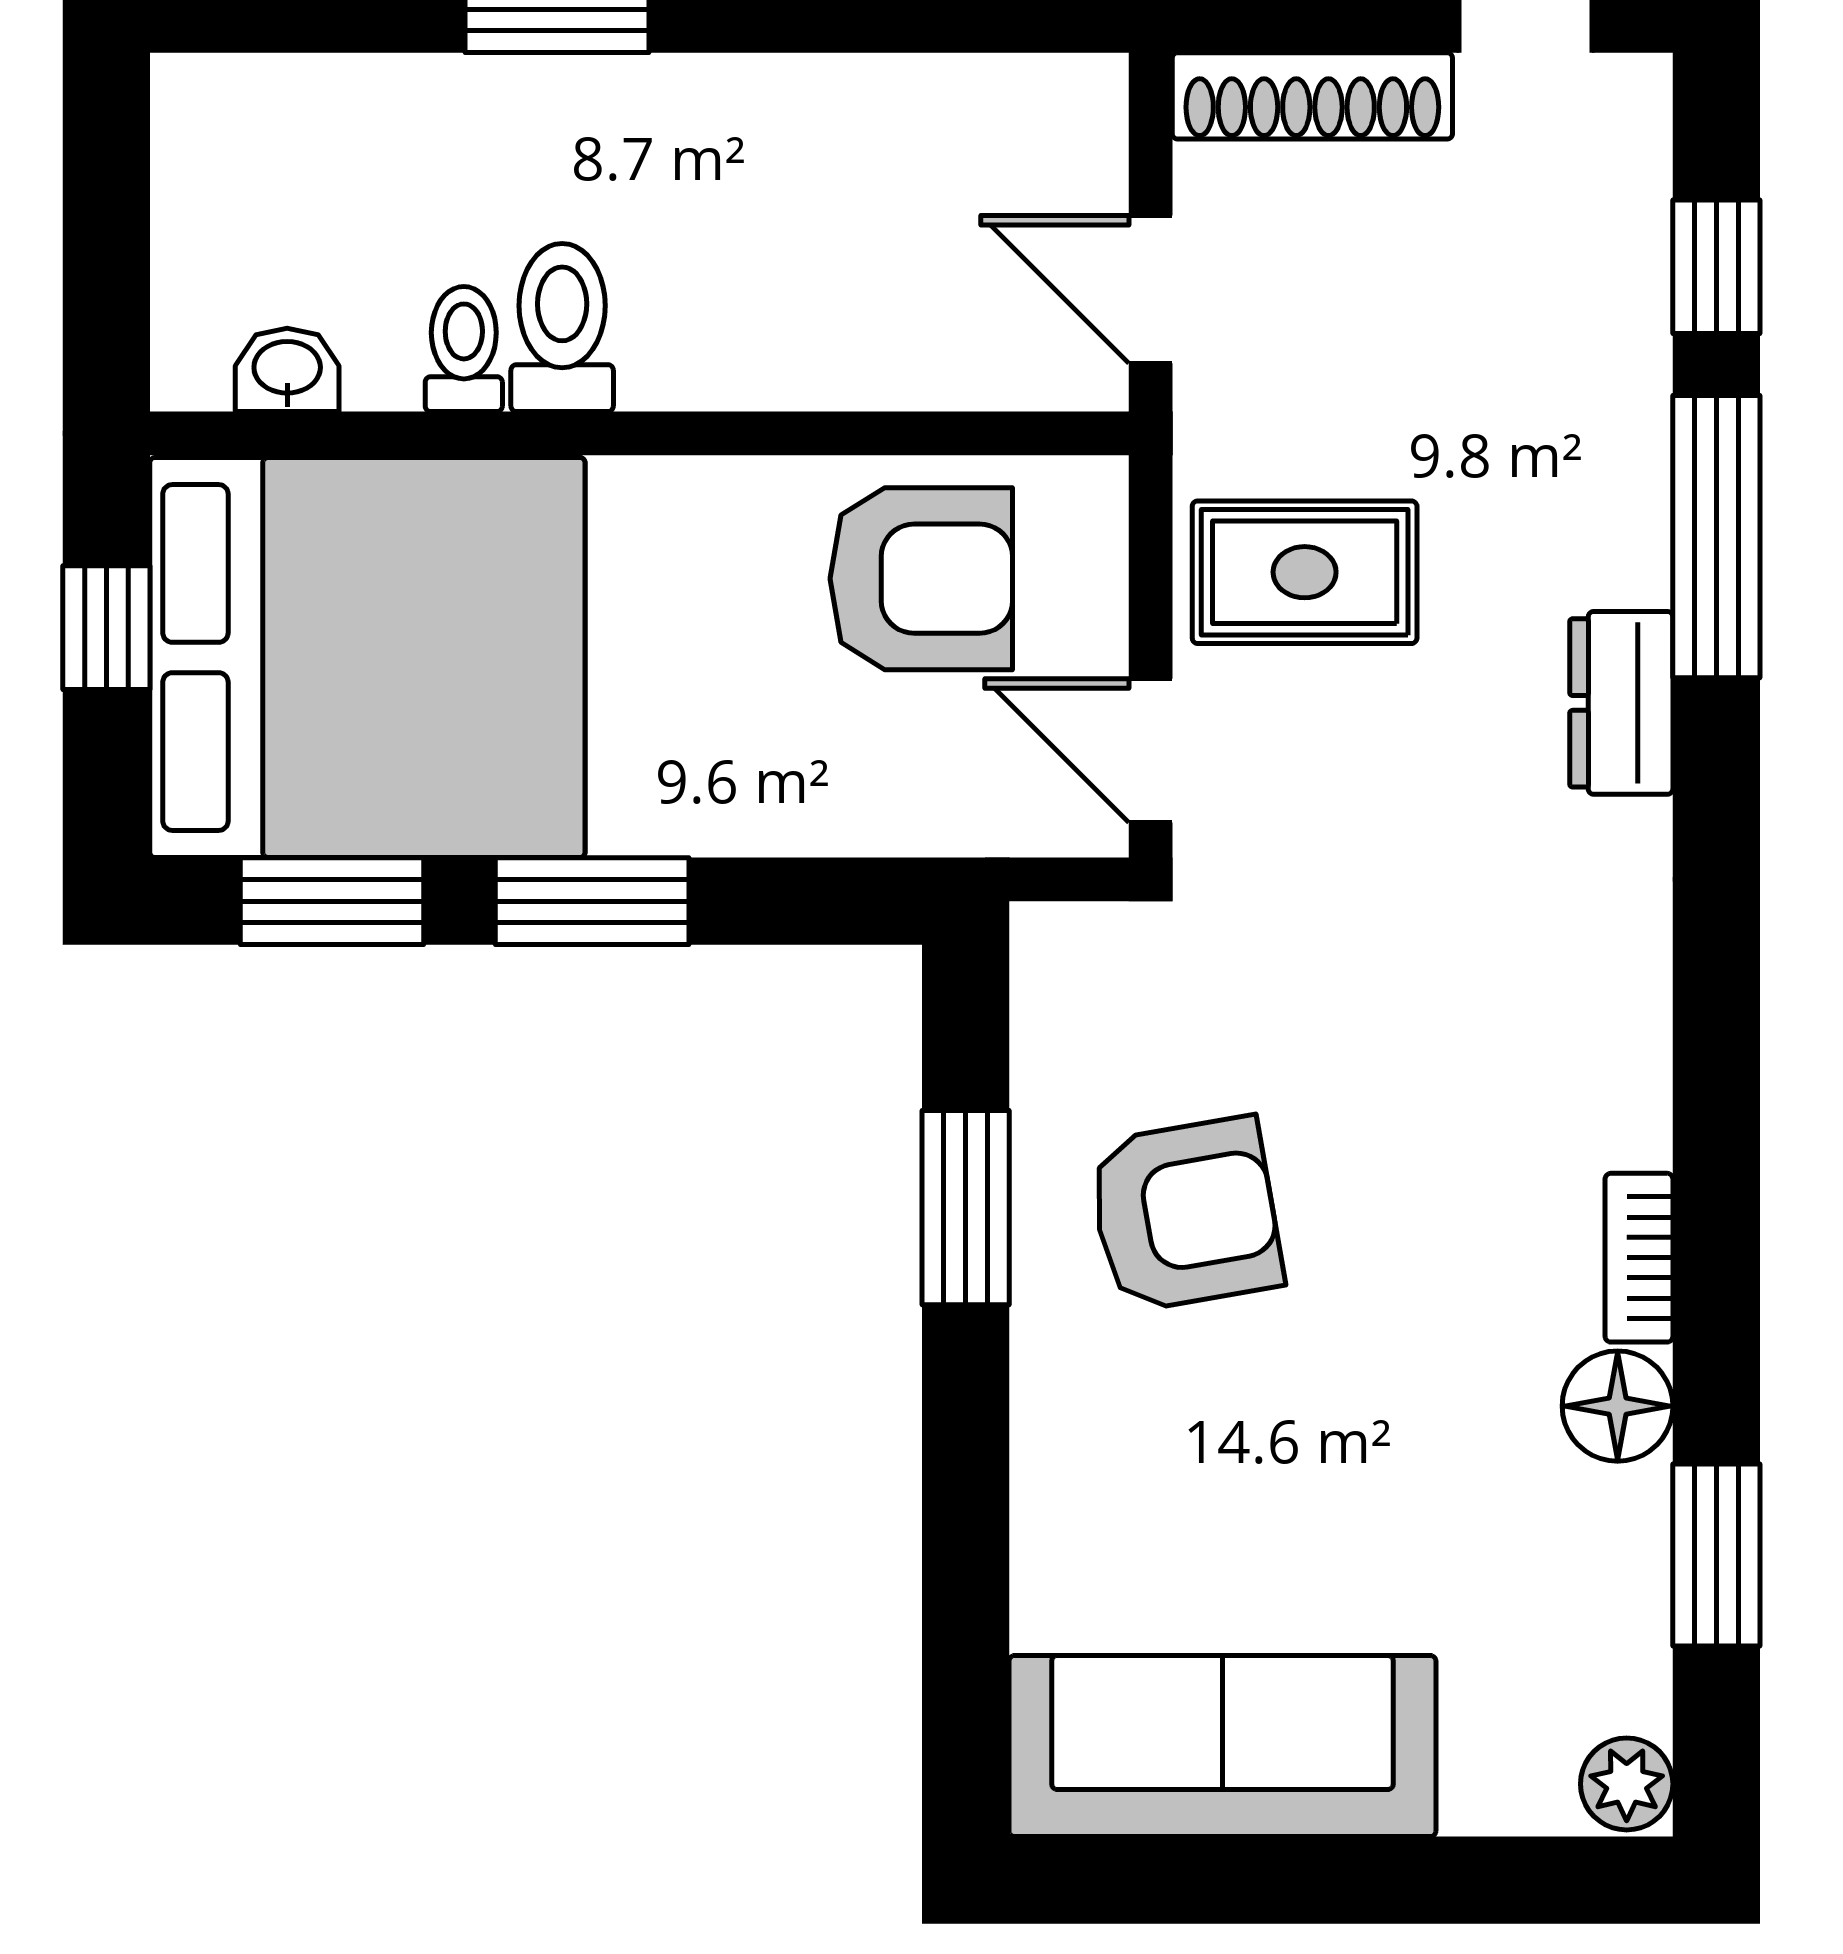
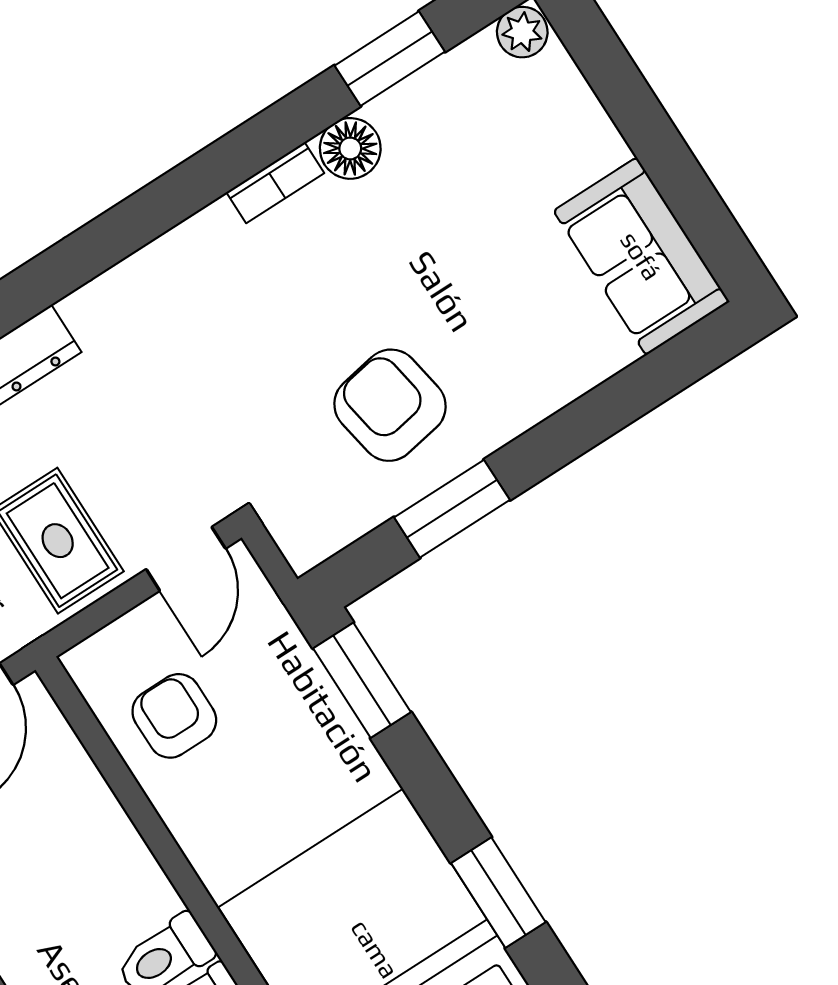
armchair: (921, 579) -> (174, 716), width x0.72, depth x0.72
window: (592, 901) -> (362, 680), moved
sofa: (1222, 1746) -> (641, 256), width x0.73

